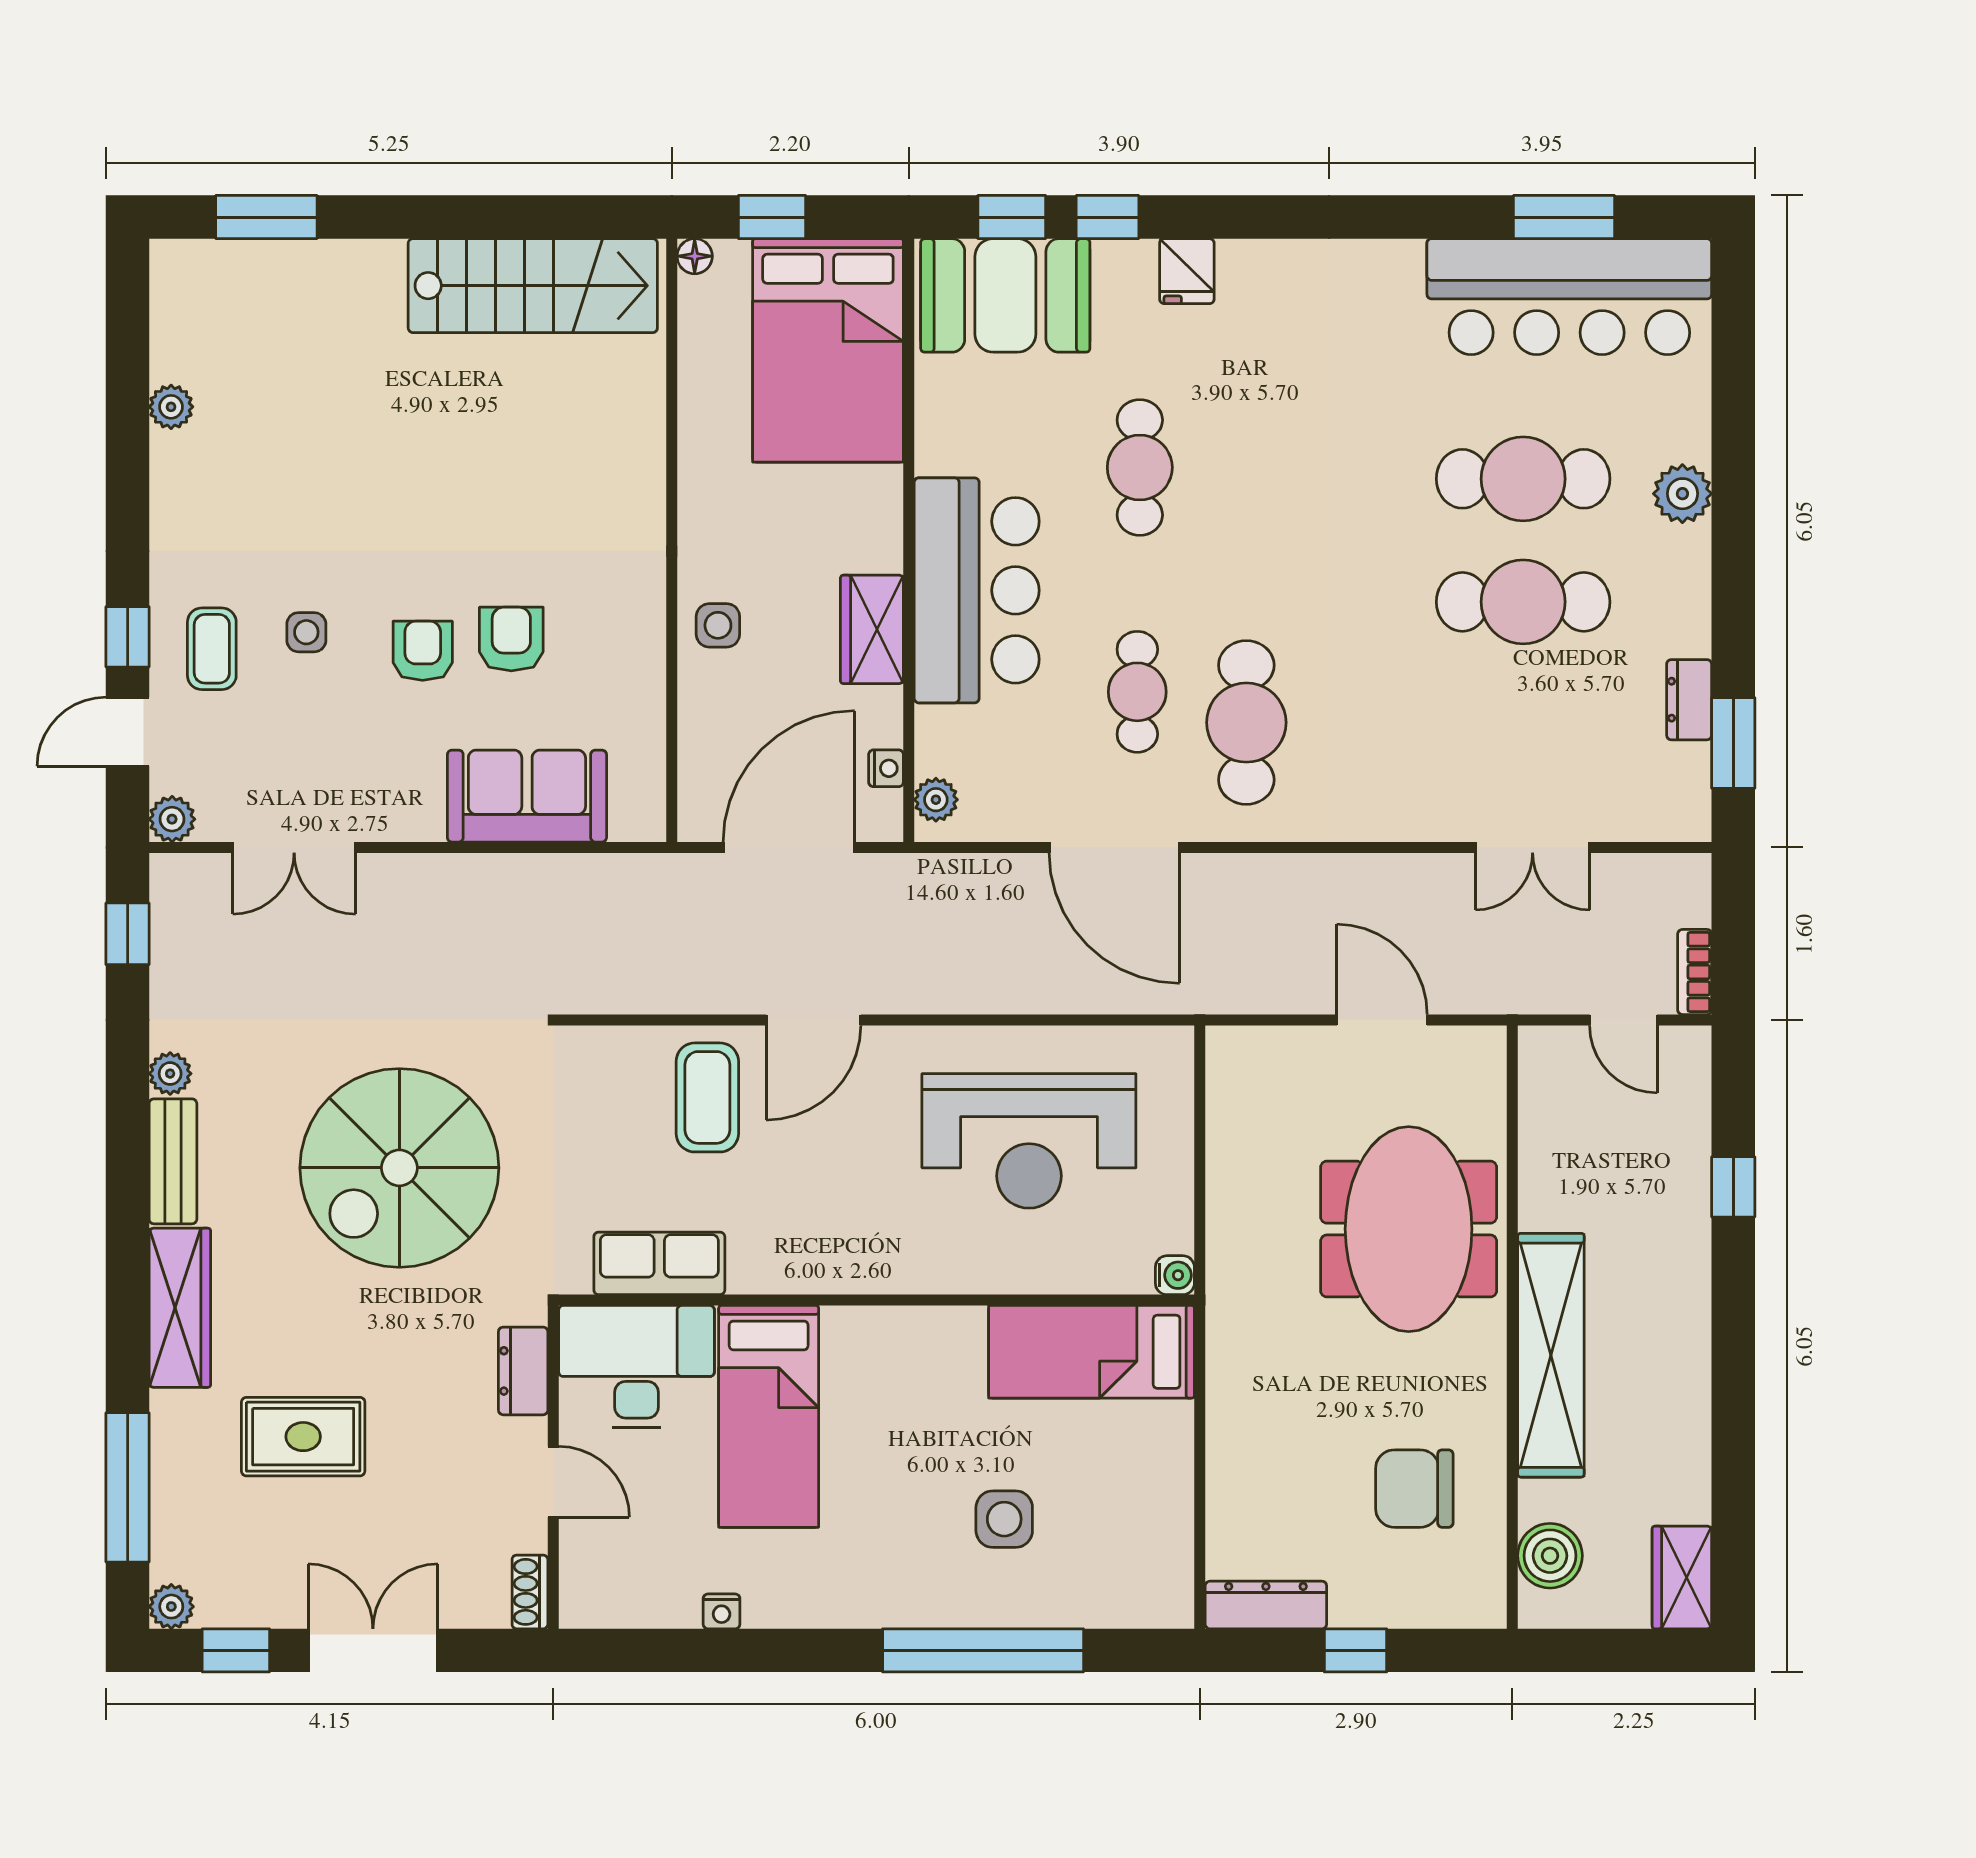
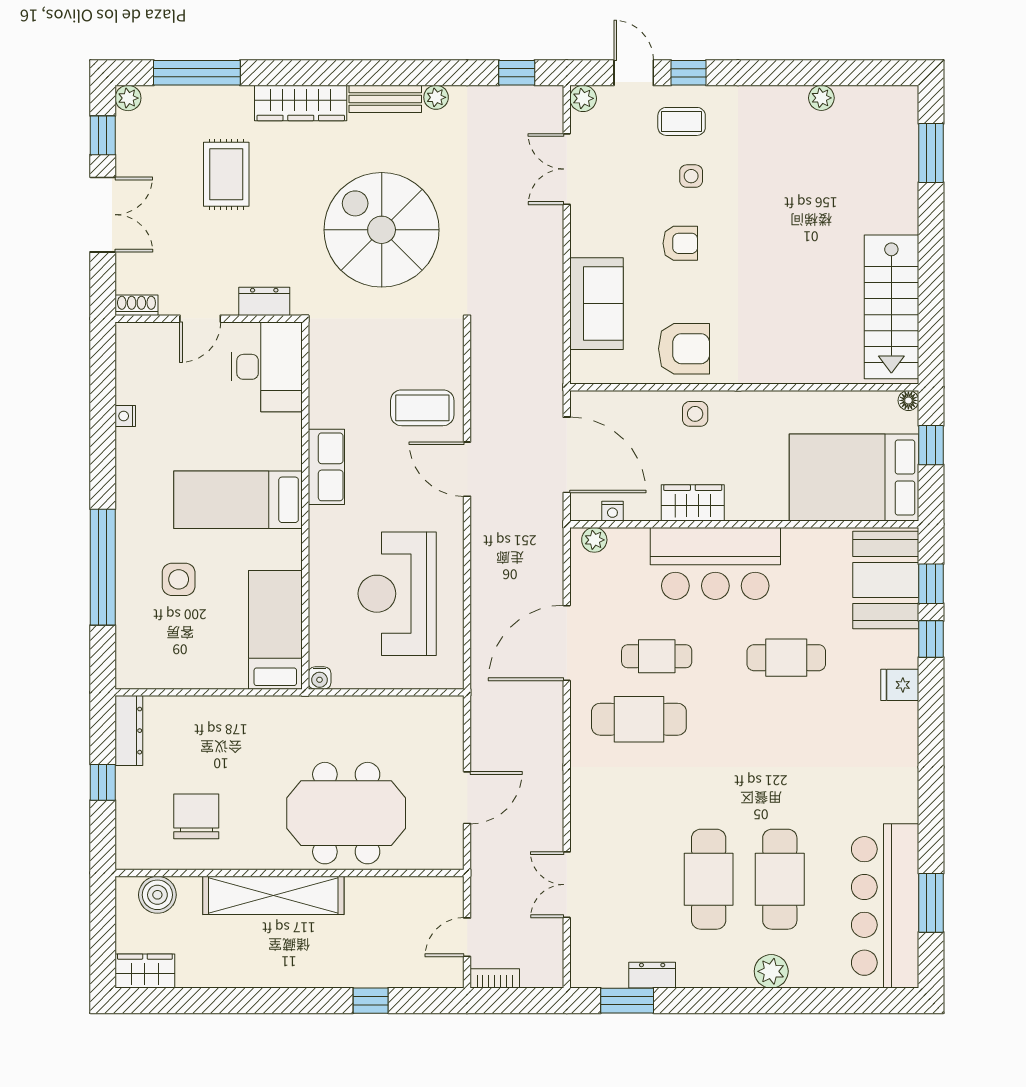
armchair: (511, 639) -> (684, 349), moved, width x1.38, depth x1.38
row of seats: (659, 1263) -> (326, 467), moved
bed: (769, 1416) -> (238, 500), moved

